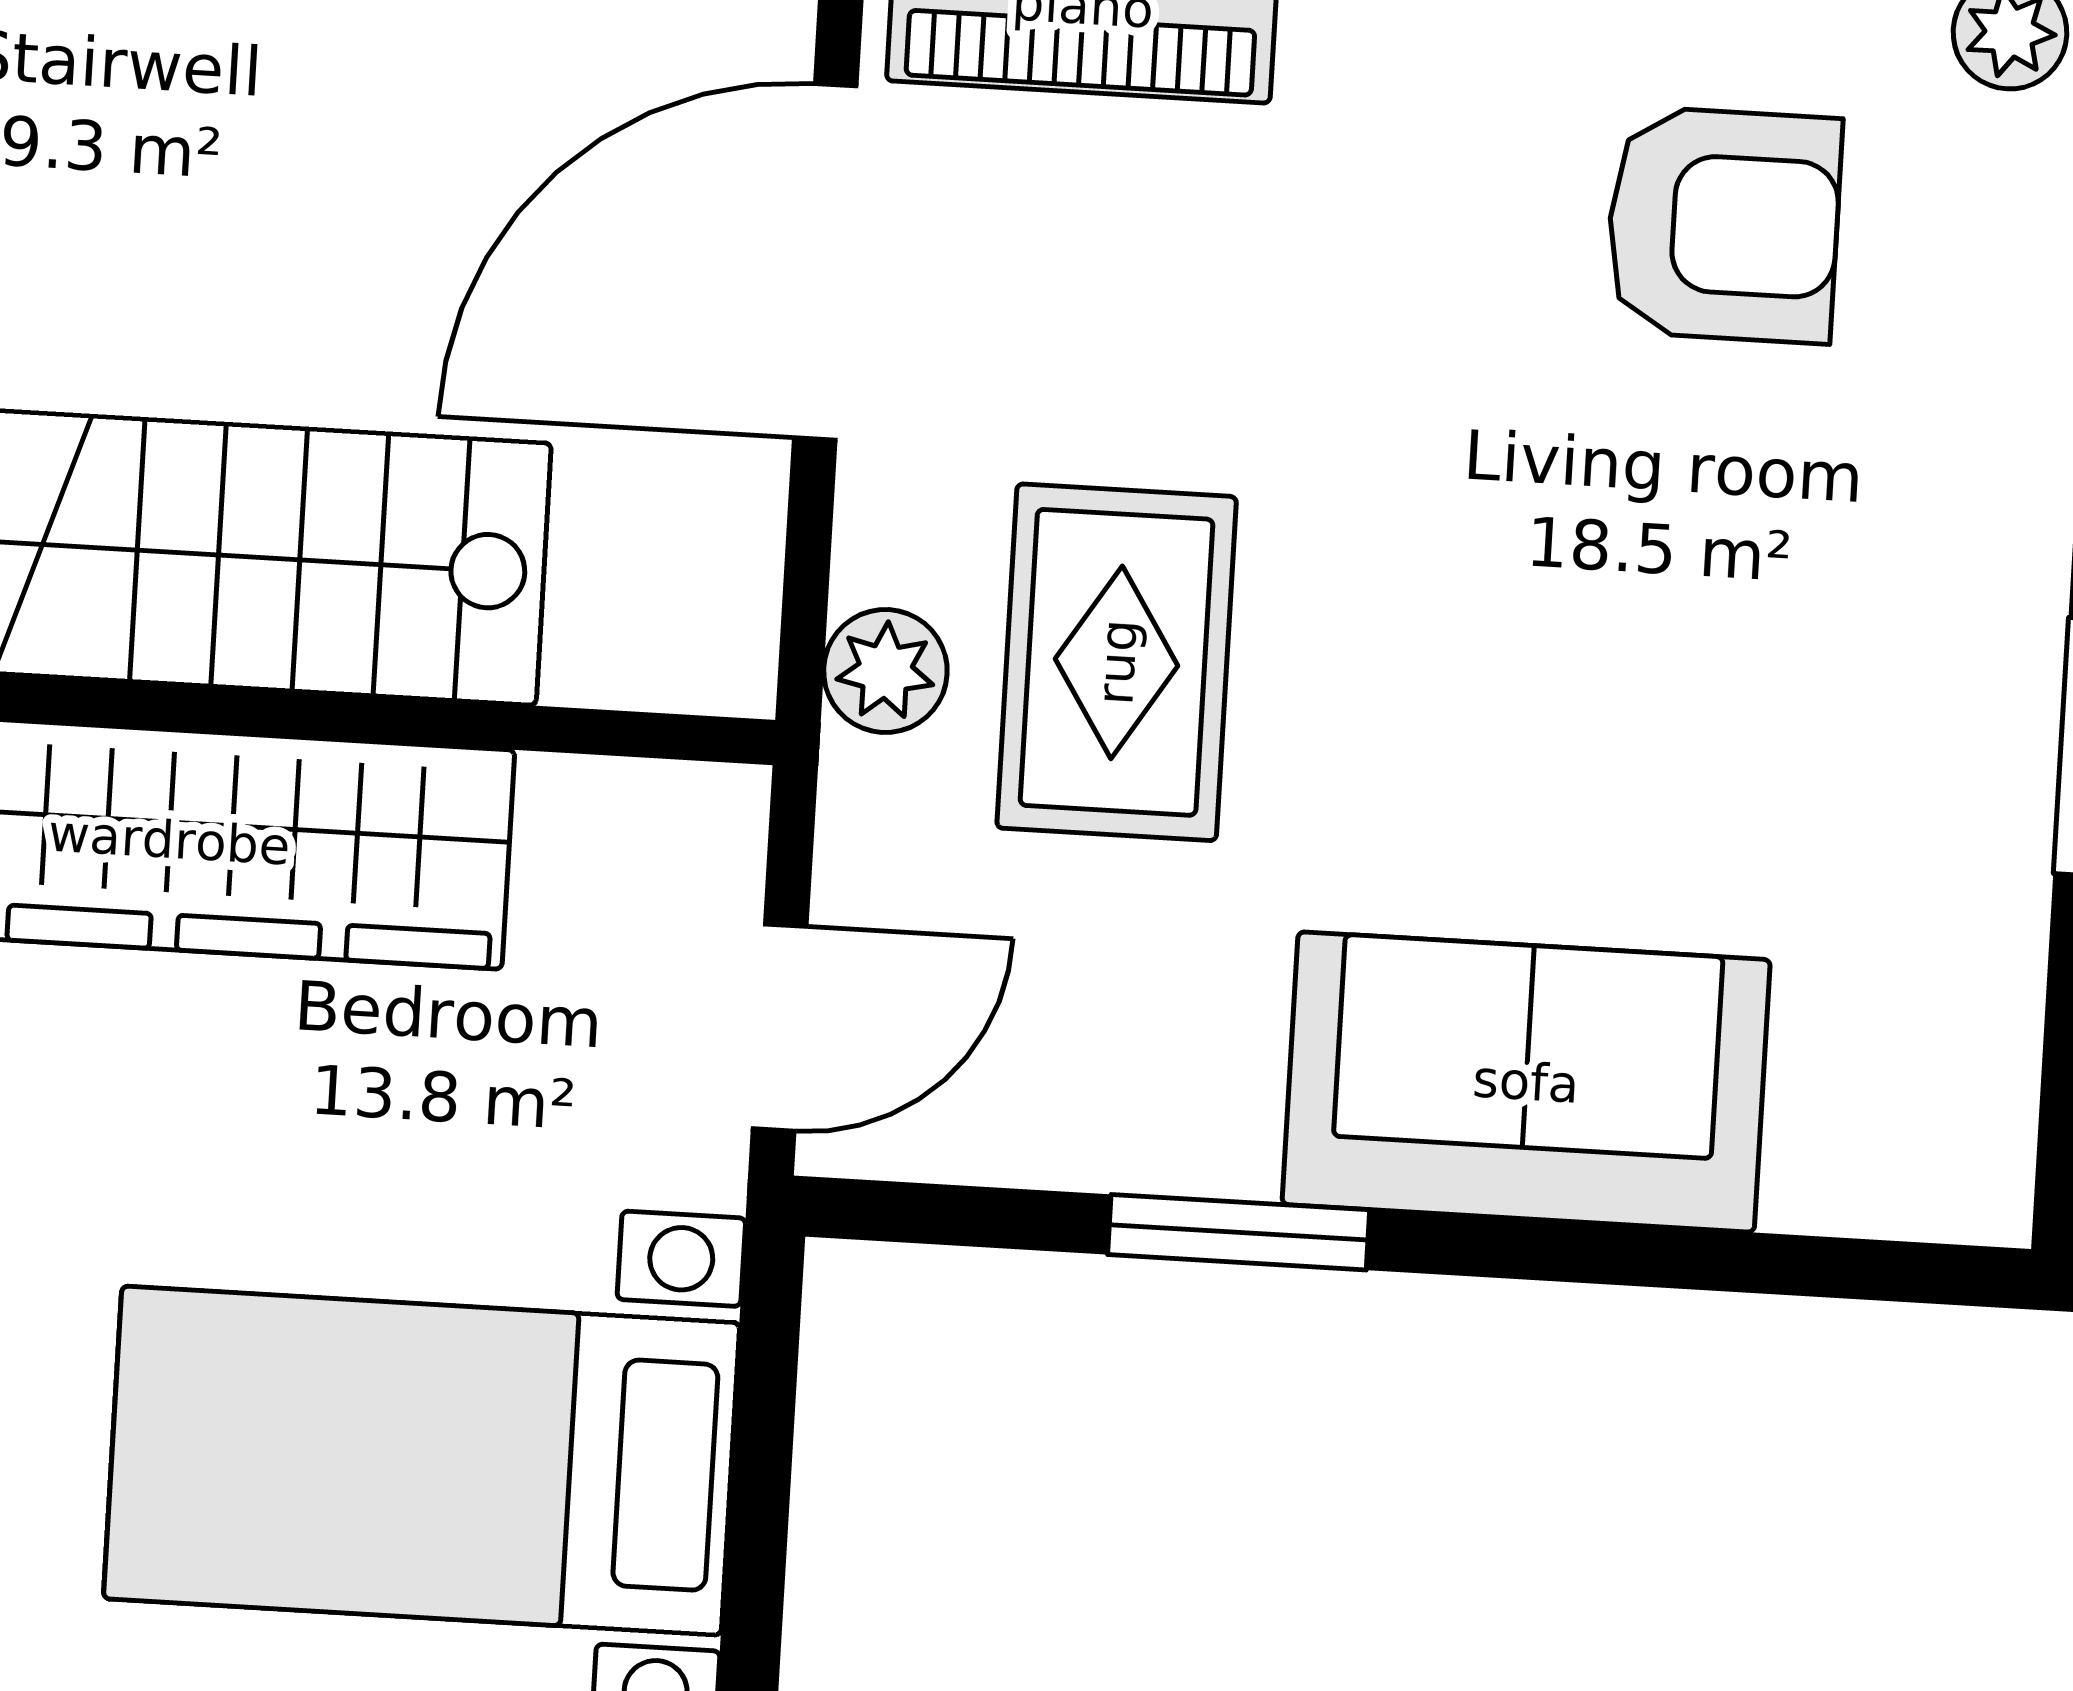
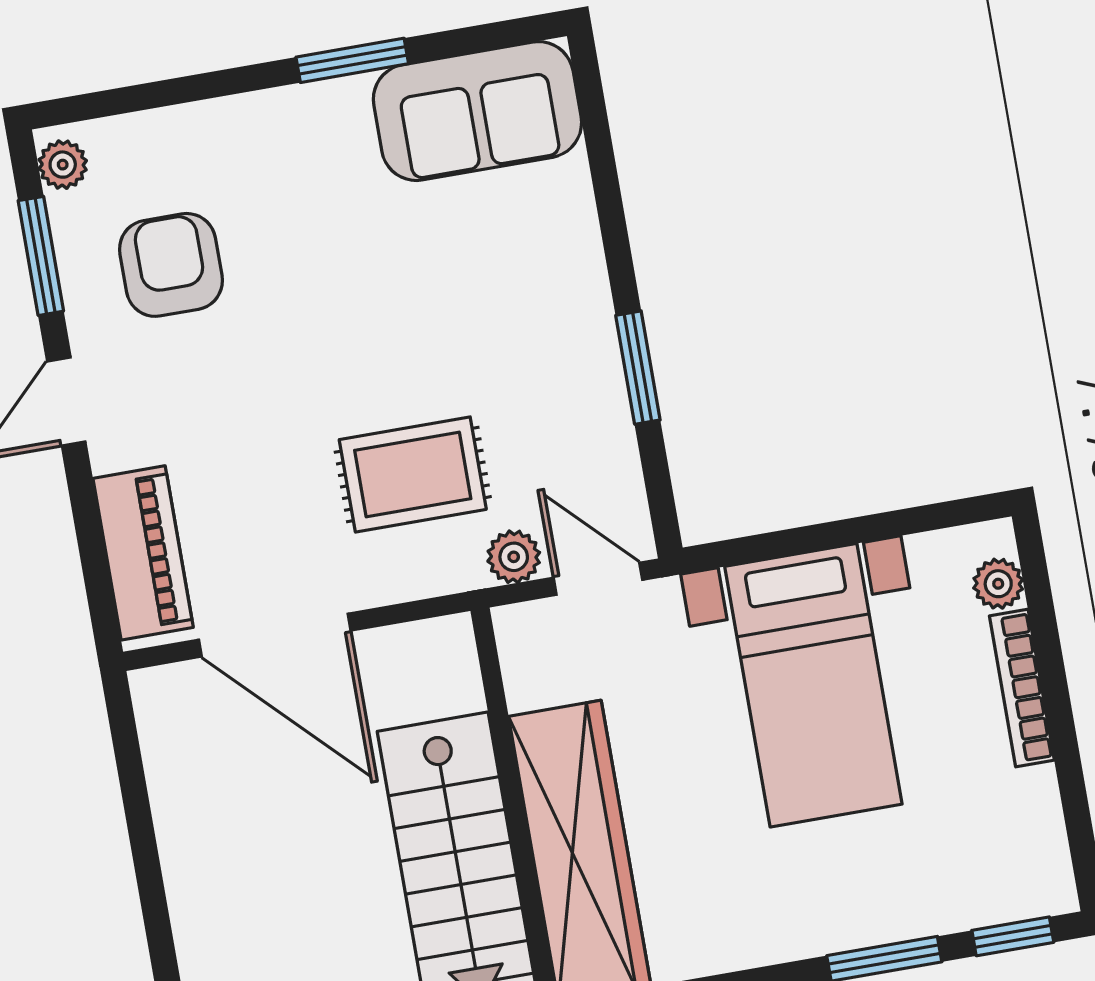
plant: (885, 671) -> (514, 557), moved
sofa: (1526, 1082) -> (477, 111), moved, turned -90

